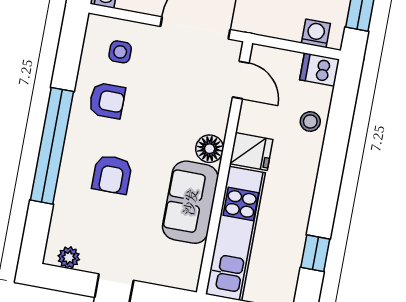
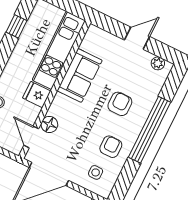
armchair: (107, 101) -> (111, 147), turned 90
floor lamp: (210, 149) -> (49, 124), moved

